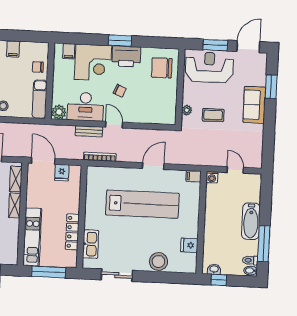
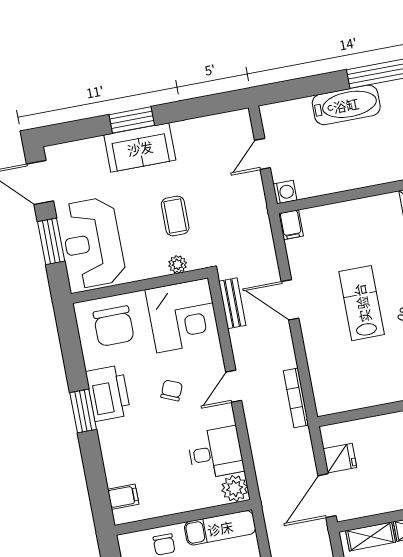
corner desk: (93, 62) -> (183, 315), moved, turned 90
window: (271, 87) -> (132, 120), moved
desk: (85, 107) -> (215, 453), width x0.73
bench: (89, 131) -> (232, 303), moved
lab bench: (142, 204) -> (362, 303), width x0.54, depth x0.72

